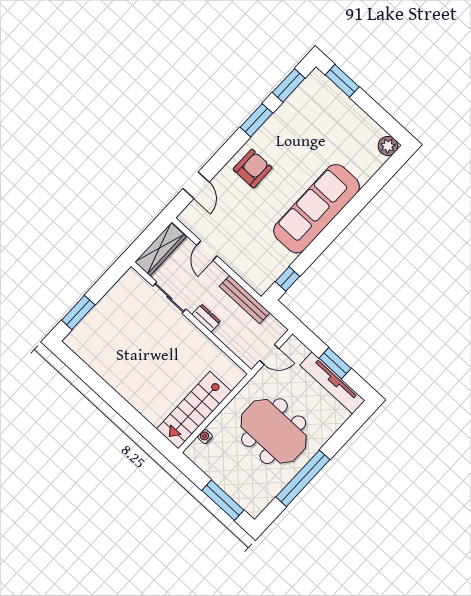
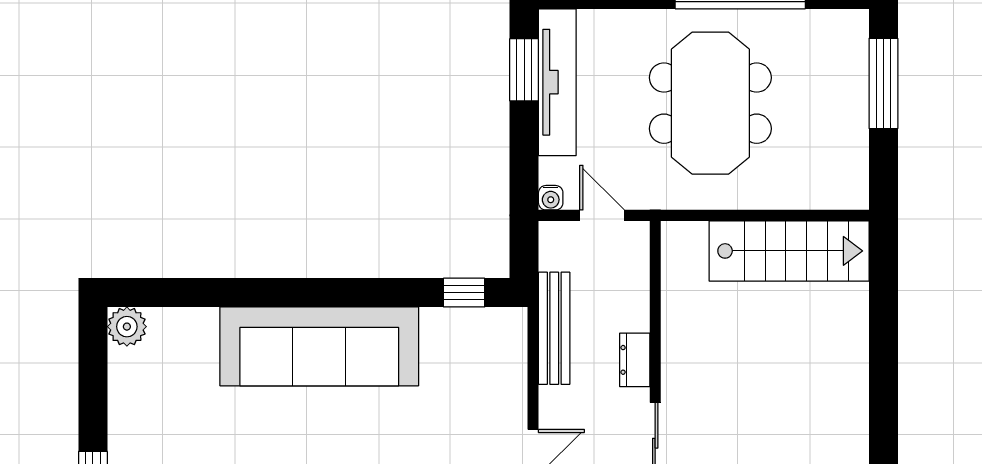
window: (335, 363) -> (524, 70), moved
water cooler: (205, 437) -> (551, 198), moved

